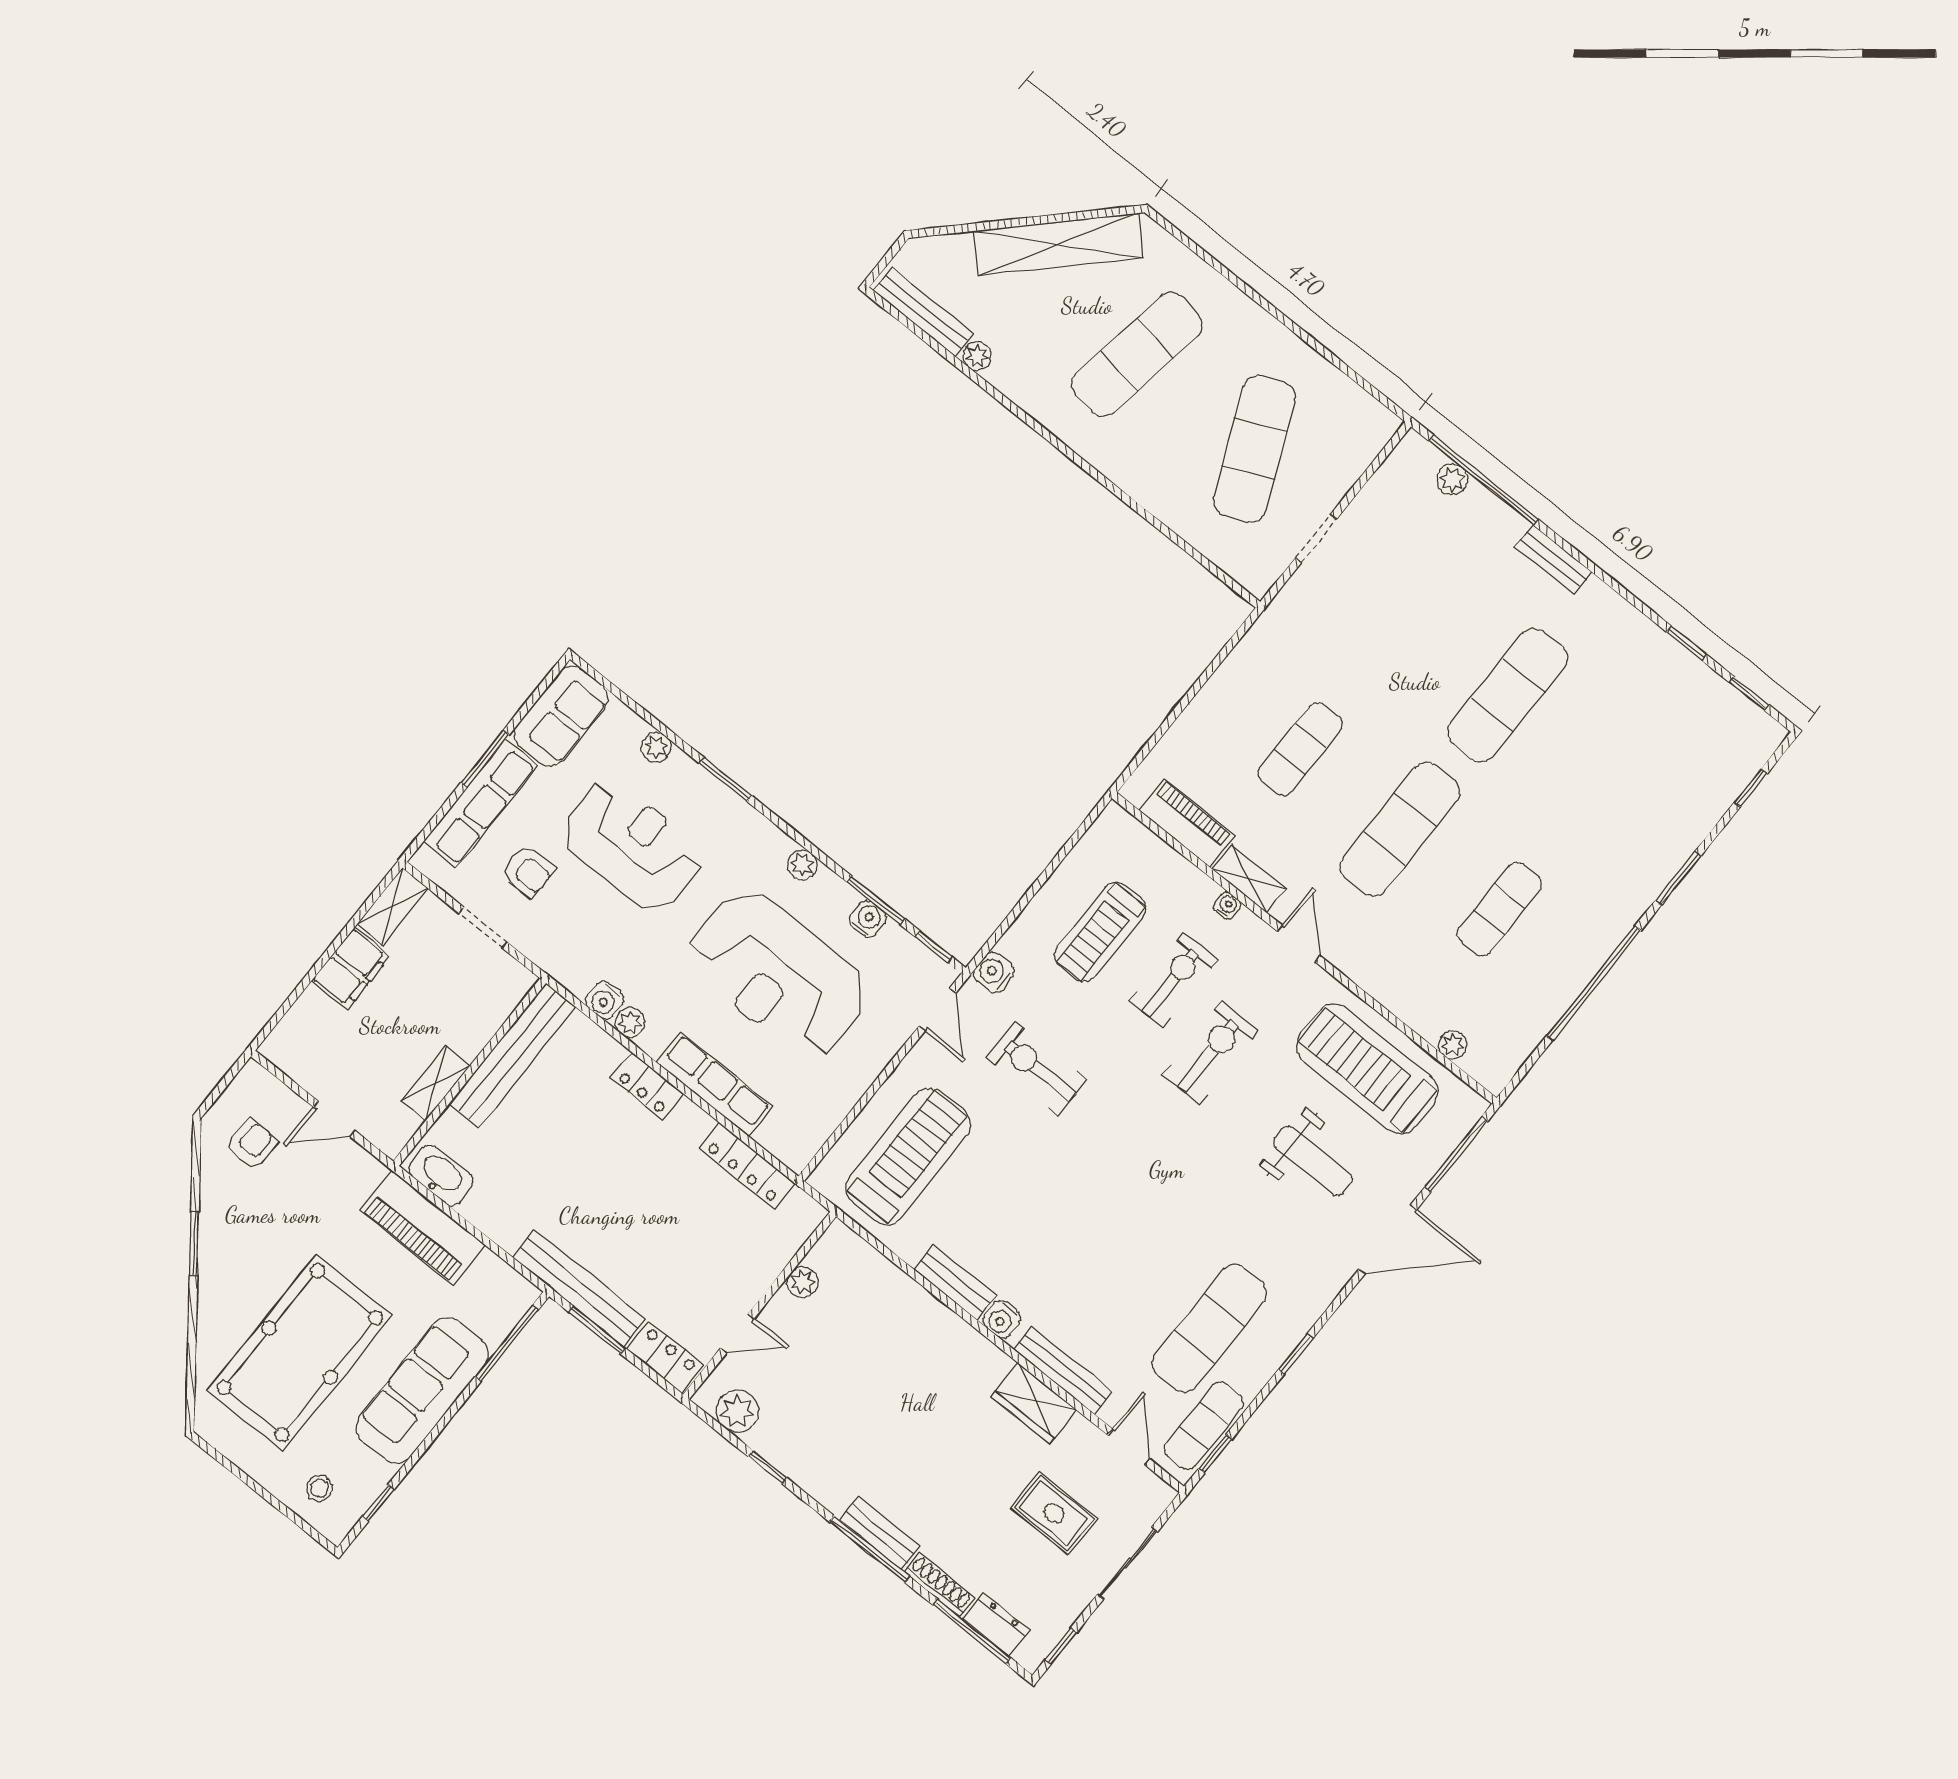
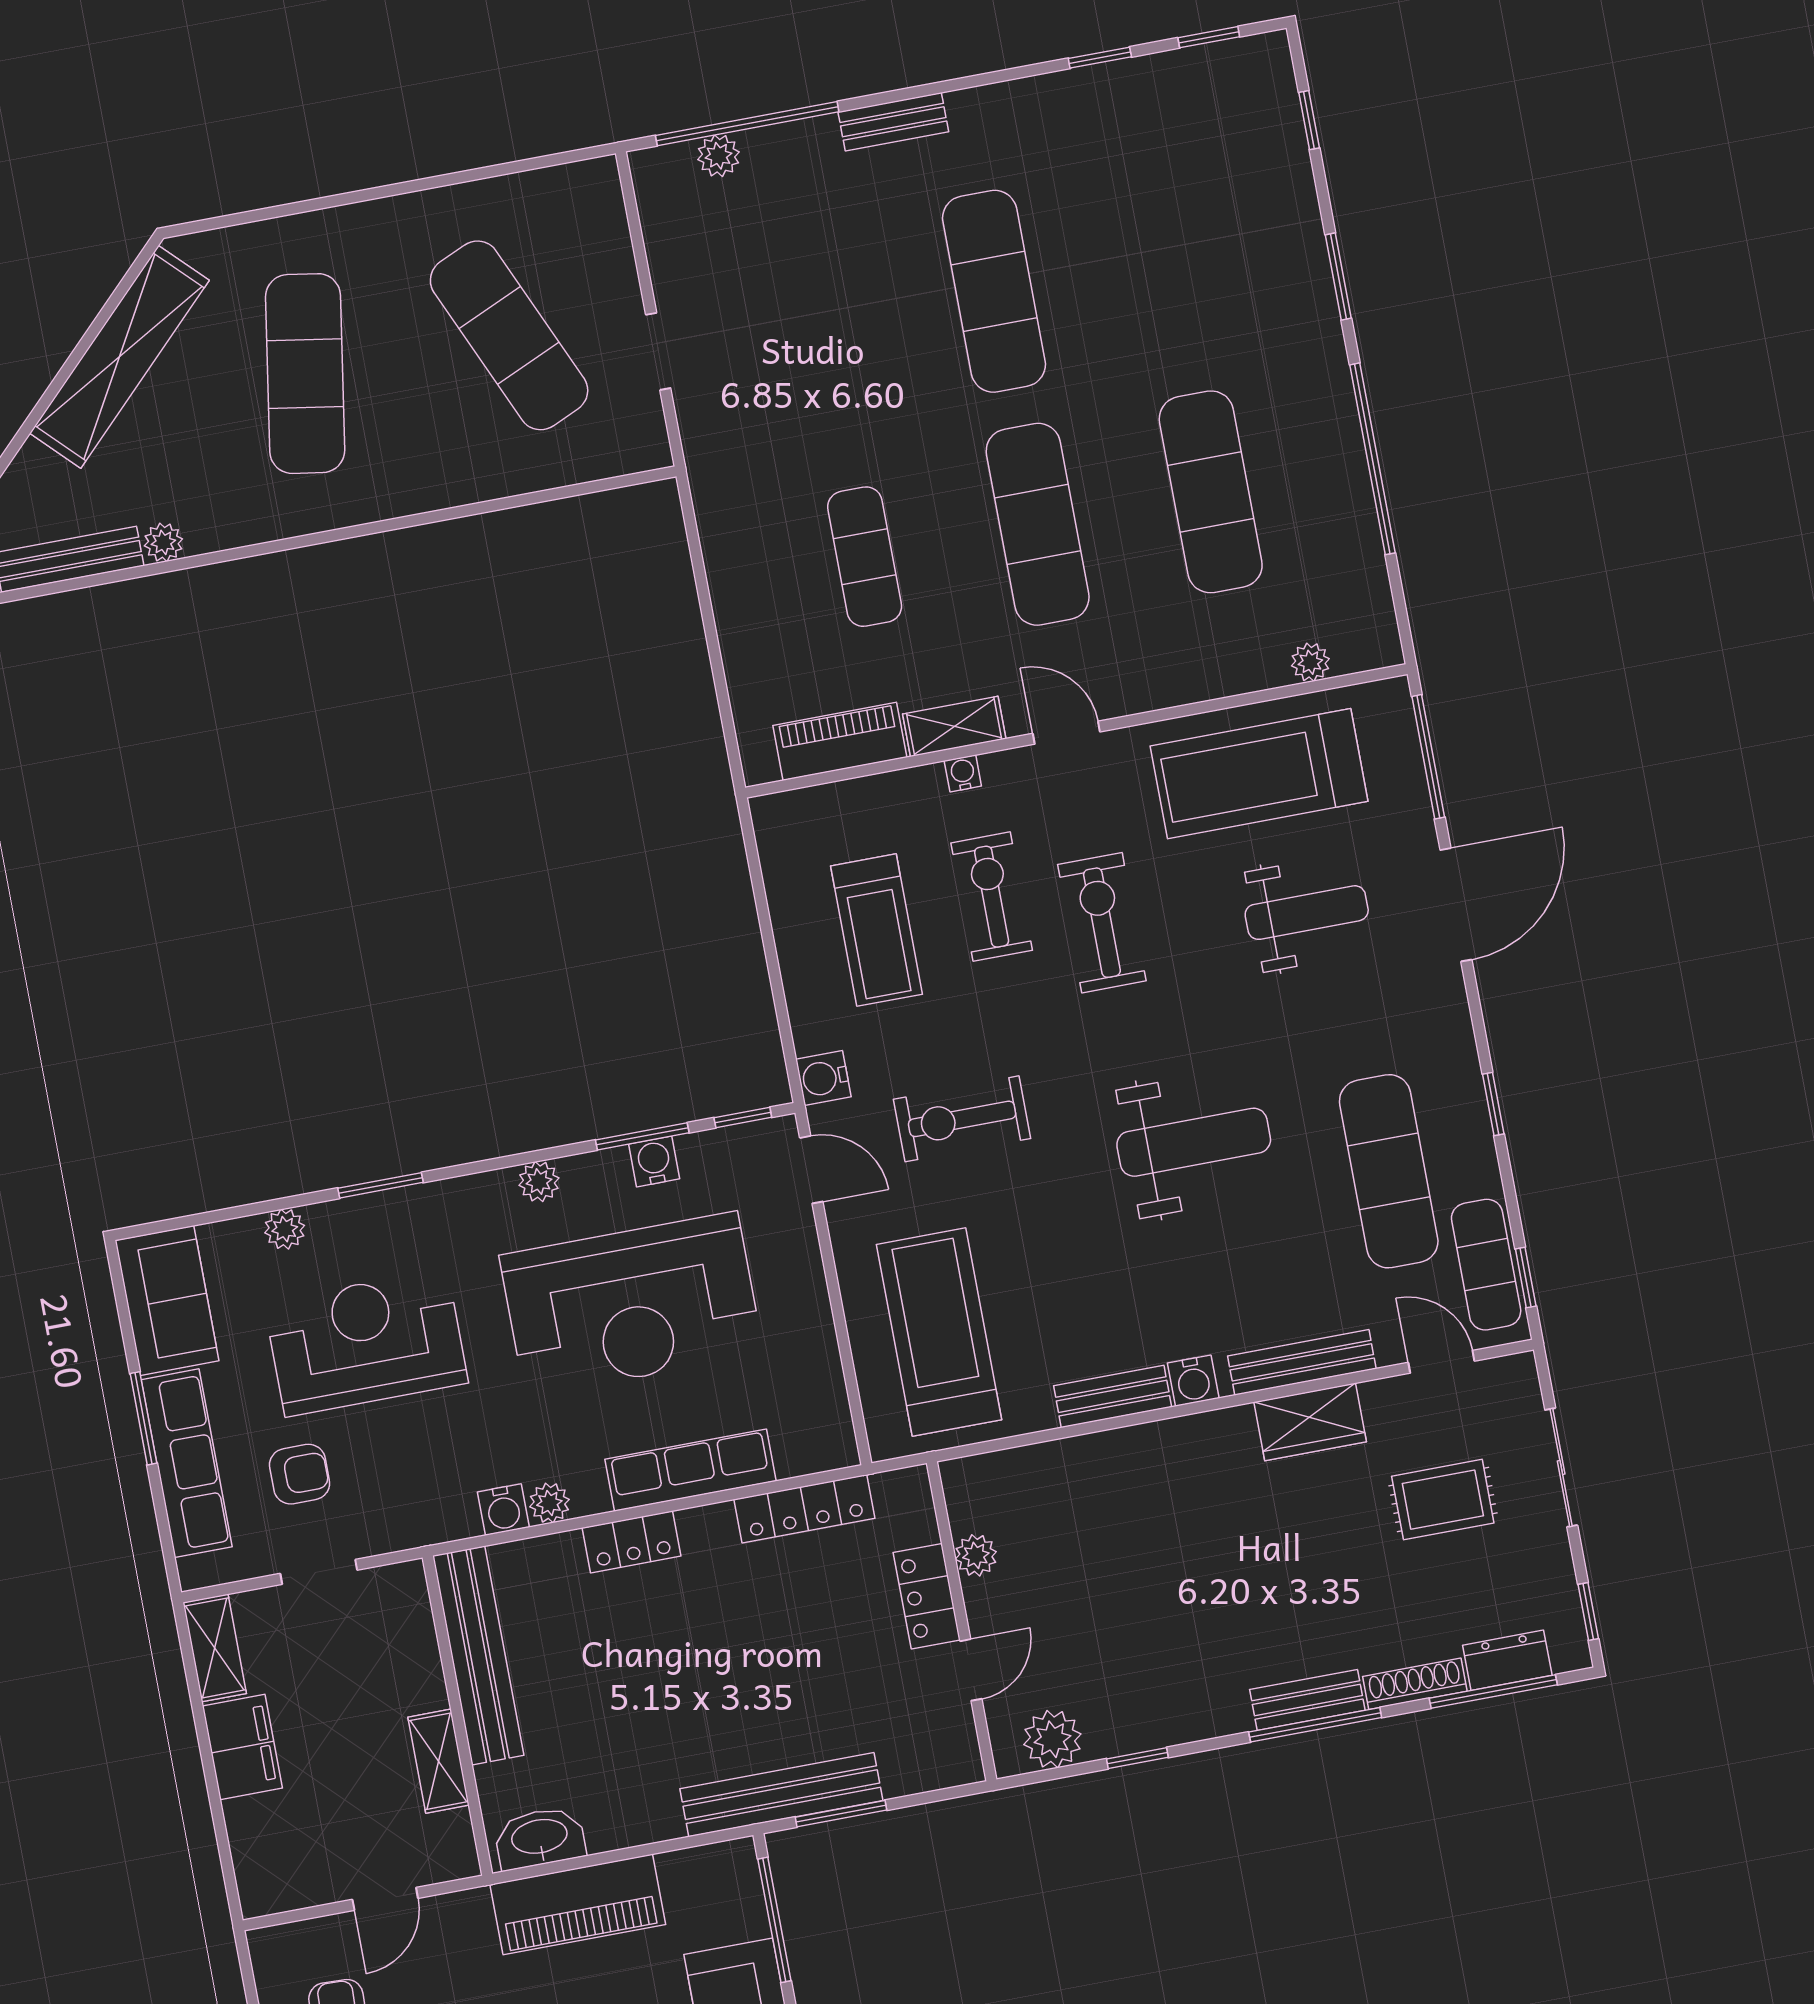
exercise mat: (1499, 909) -> (1211, 492), width x1.36, depth x1.45
weight bench: (1133, 1207) -> (1194, 1142), added
locker: (665, 1357) -> (927, 1596), moved, turned -90

